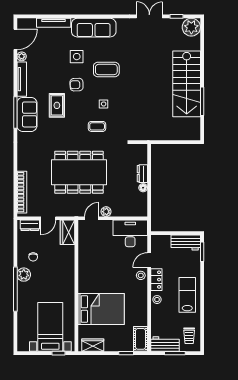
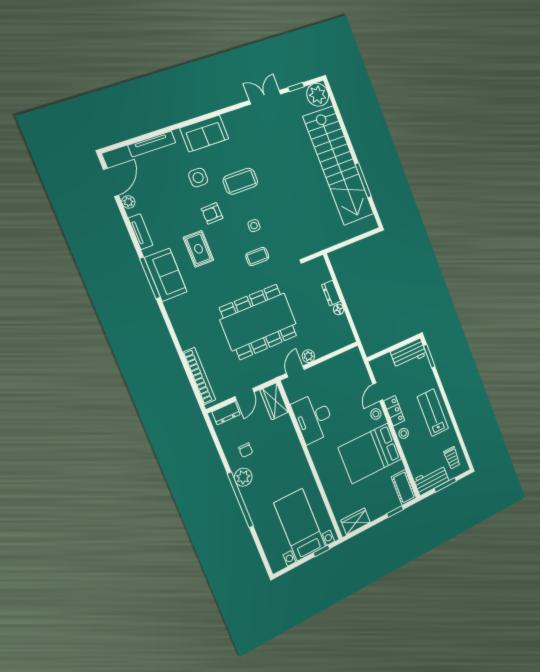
sofa: (94, 28) -> (204, 133), width x0.73
tv unit: (22, 79) -> (141, 232), width x0.71
stairs: (187, 84) -> (339, 166), width x1.36
desk: (130, 233) -> (313, 418), moved, turned -90
bed: (101, 309) -> (370, 453), moved, turned 180

